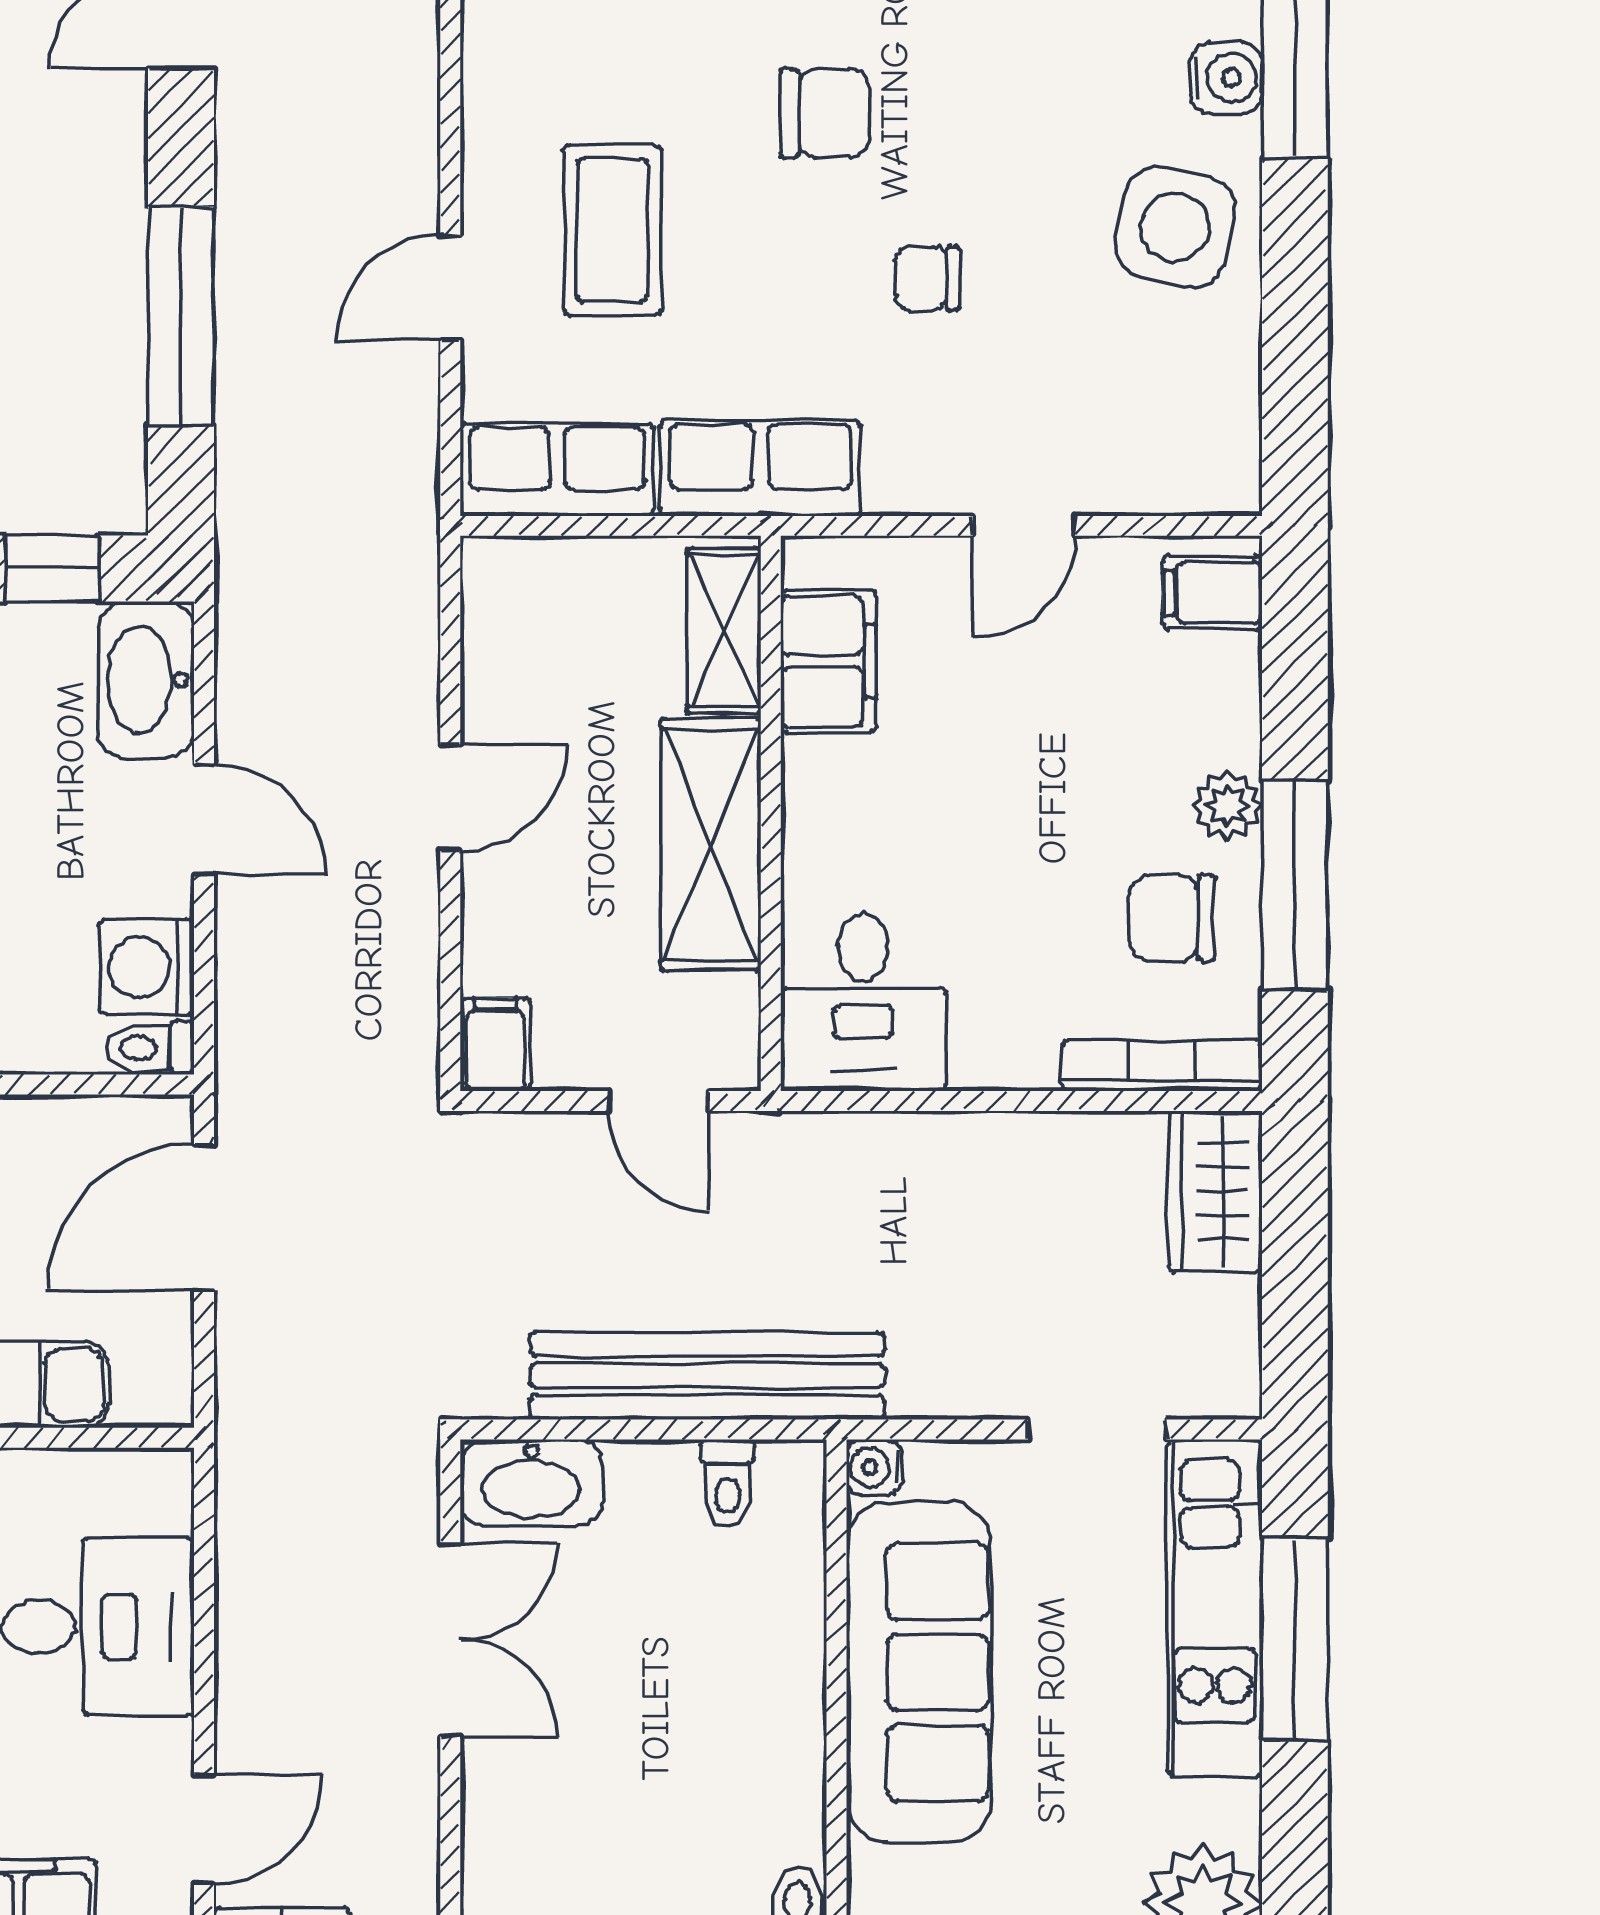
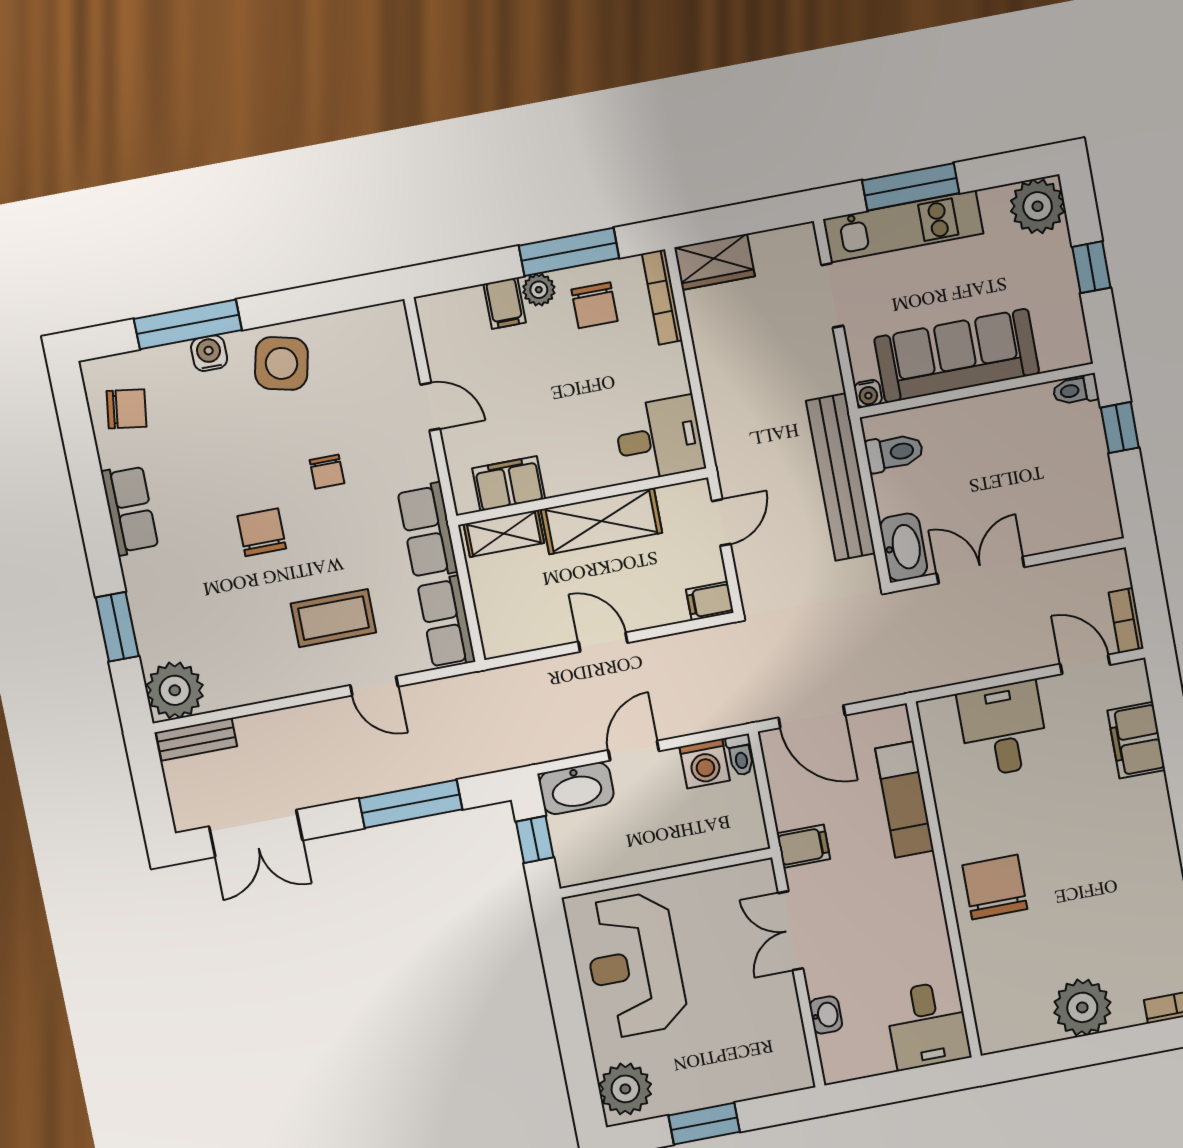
filing cabinet: (1212, 593) -> (505, 303), moved
toilet: (728, 1483) -> (894, 453), width x1.37, depth x1.39

